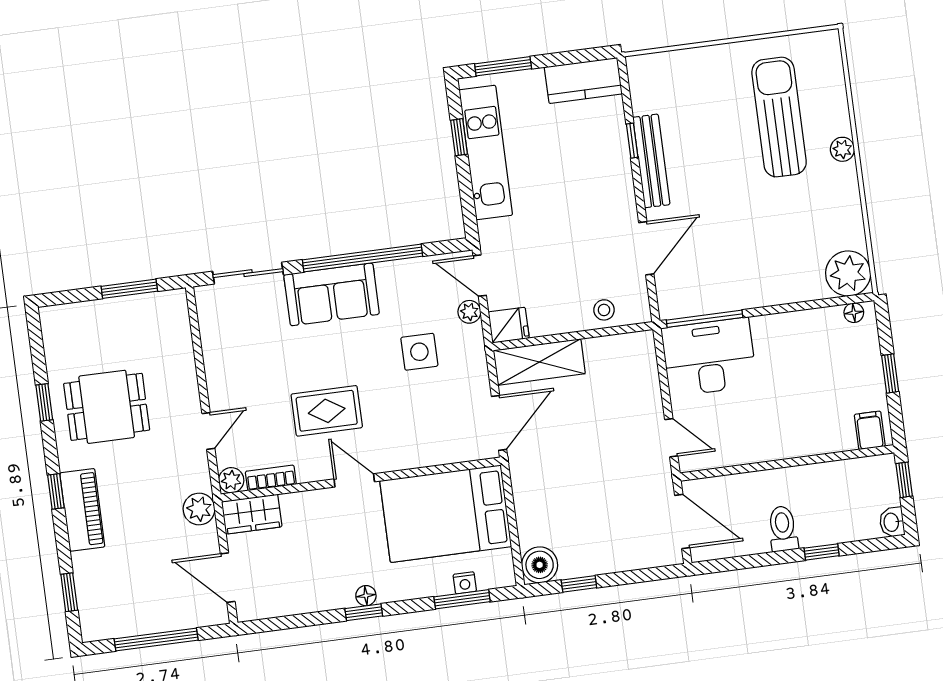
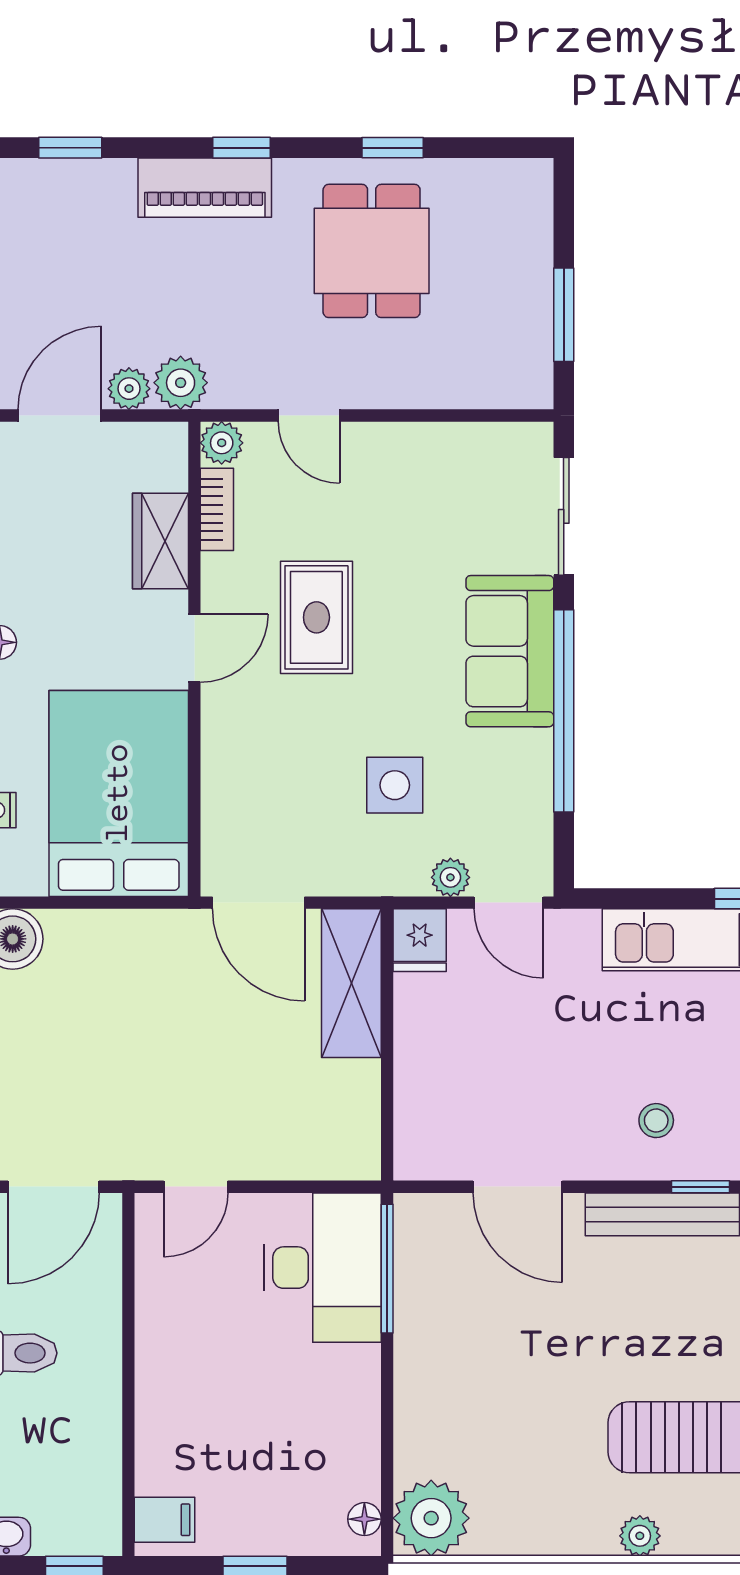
door: (480, 276) -> (509, 903), swing flipped
stool: (604, 310) -> (656, 1121), moved
wardrobe: (252, 514) -> (160, 541), moved
plant: (206, 539) -> (129, 389), added

